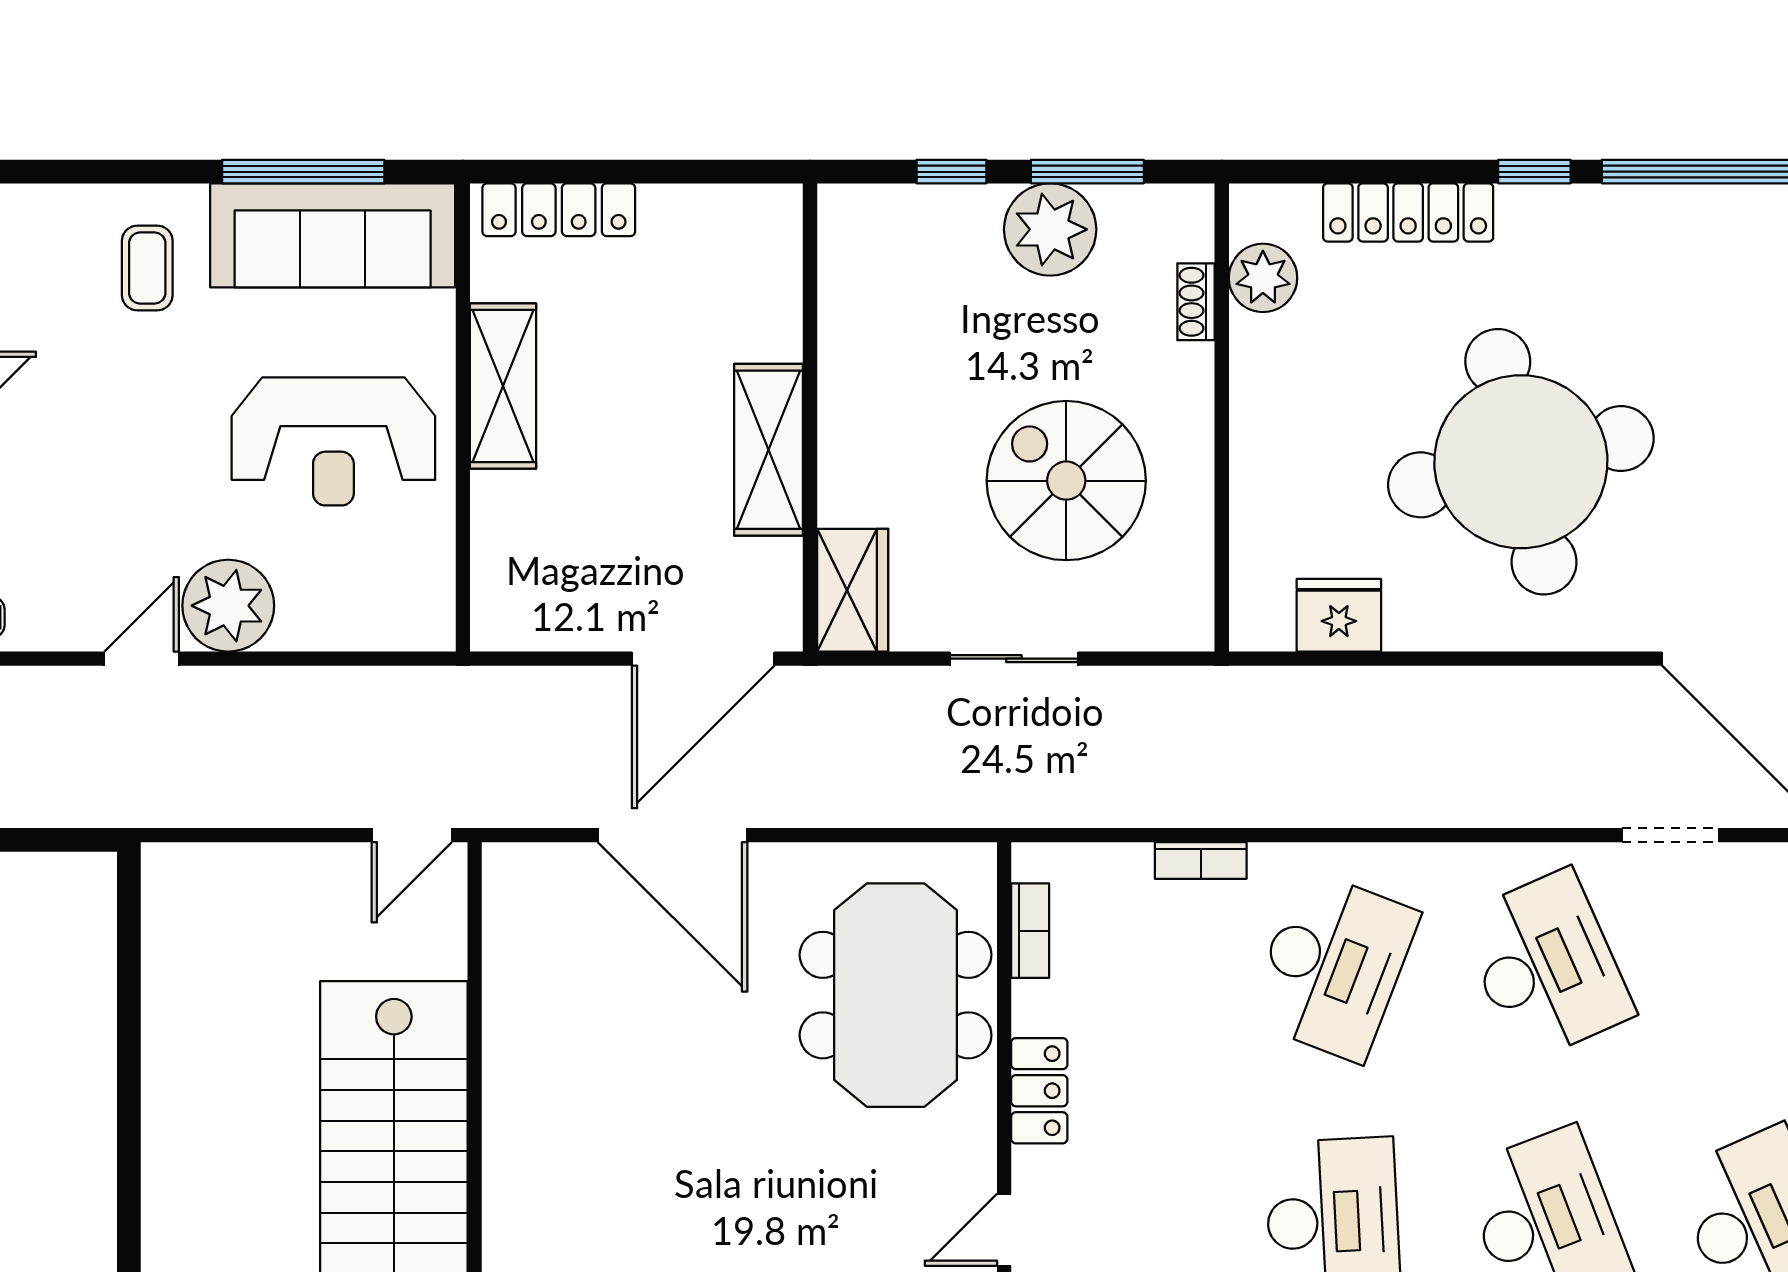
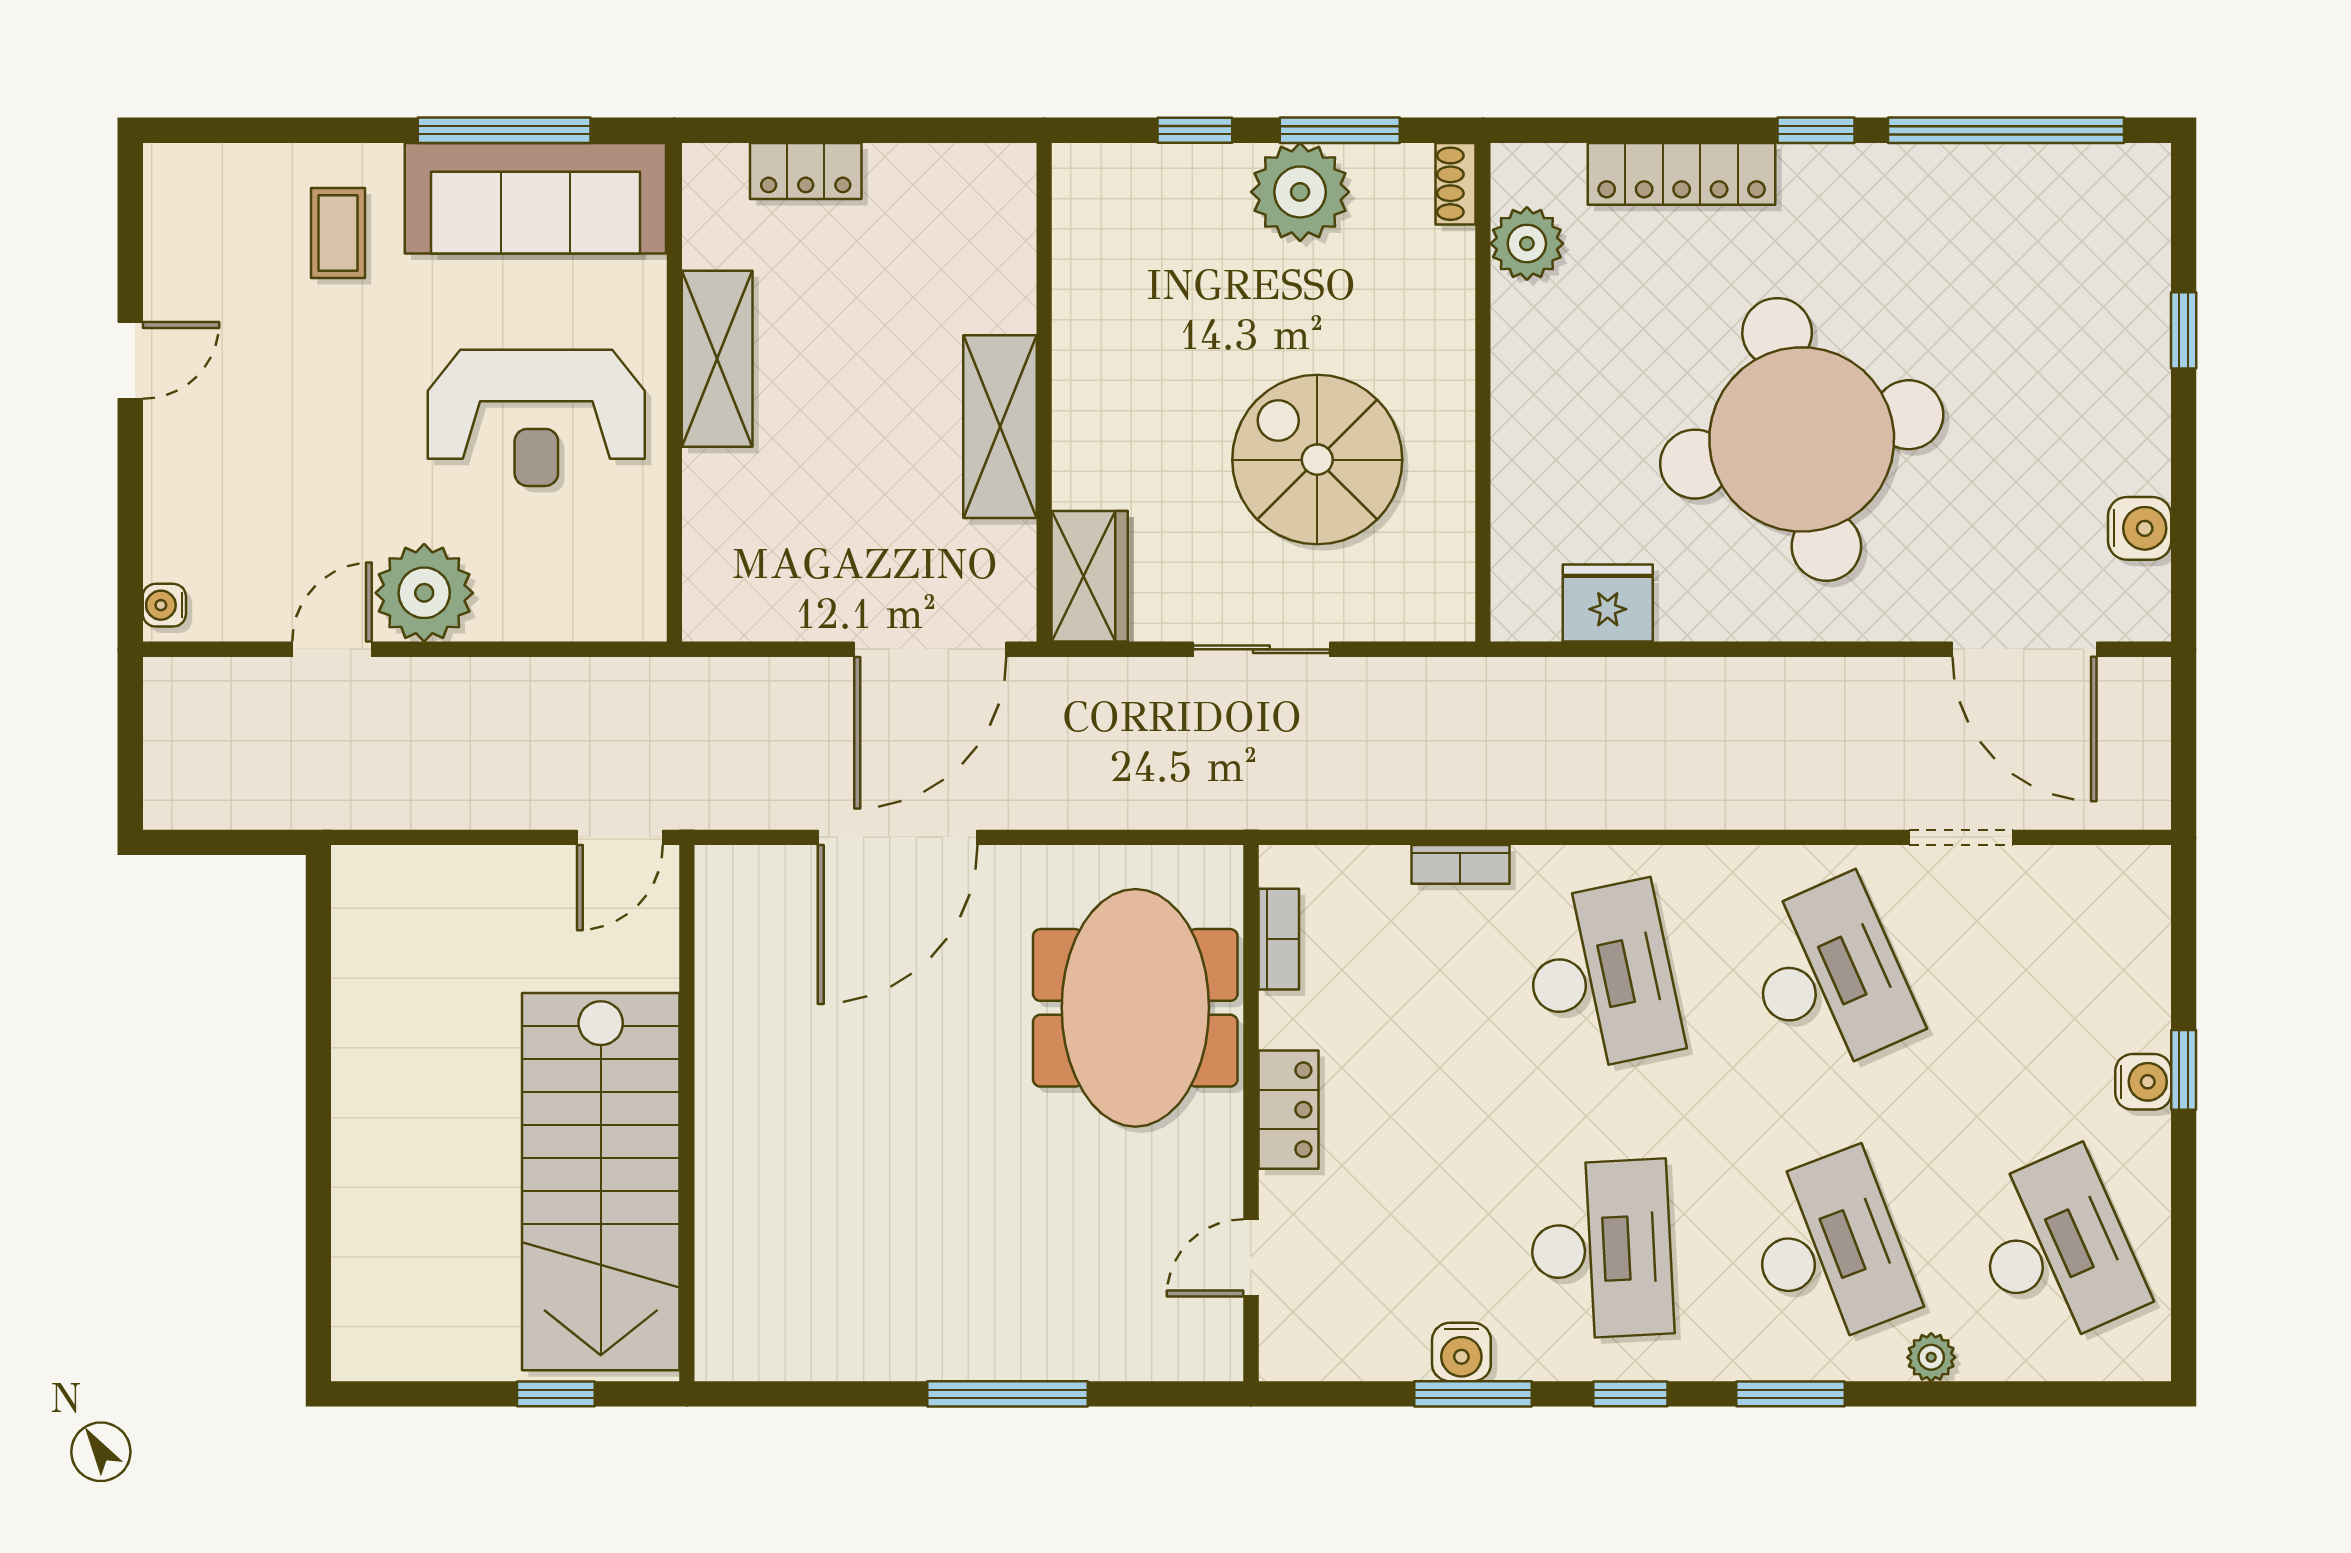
locker: (559, 210) -> (806, 171), width x0.66
shoe rack: (1196, 302) -> (1455, 184), moved
door: (672, 835) -> (898, 837), hinge flipped
desk: (1333, 966) -> (1601, 977), turned -33

